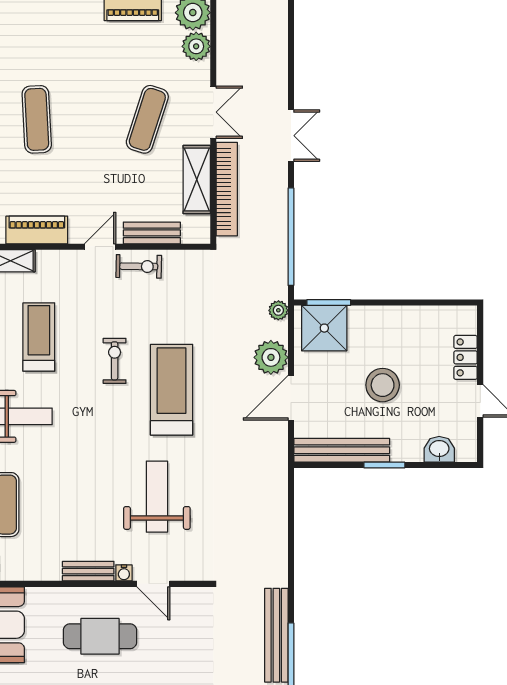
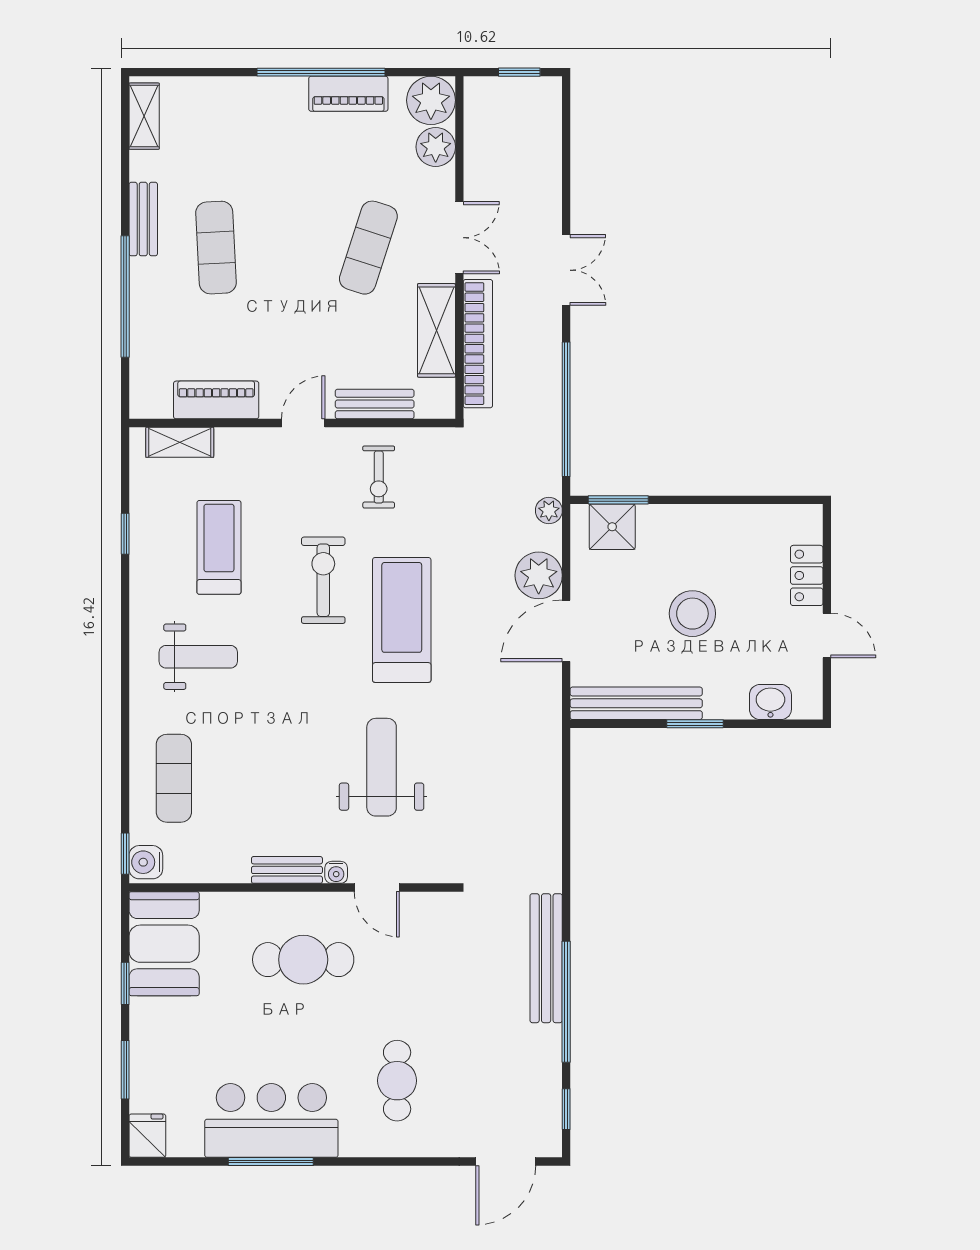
exercise bike: (139, 266) -> (379, 477), moved, turned 89
shower: (324, 328) -> (612, 527), width x0.73, depth x0.73
exercise bike: (115, 361) -> (323, 580), width x1.38, depth x1.39

